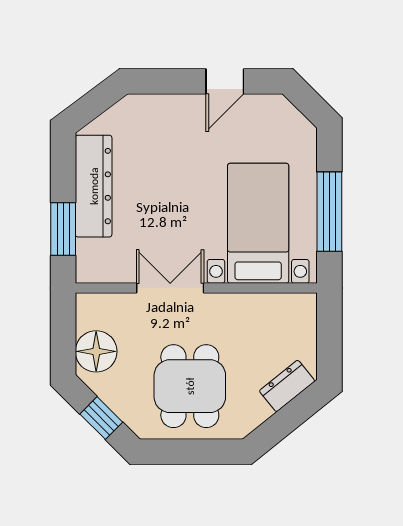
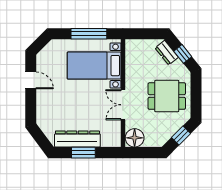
window: (63, 229) -> (83, 153), moved
floor lamp: (96, 351) -> (135, 138), moved
window: (284, 422) -> (183, 54), added

